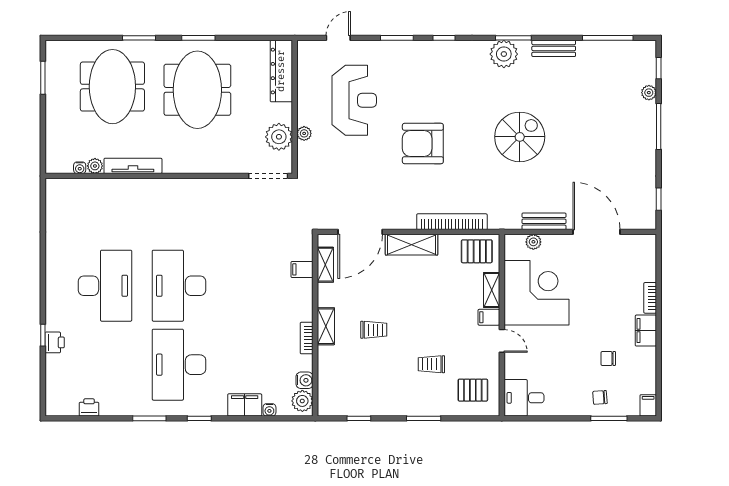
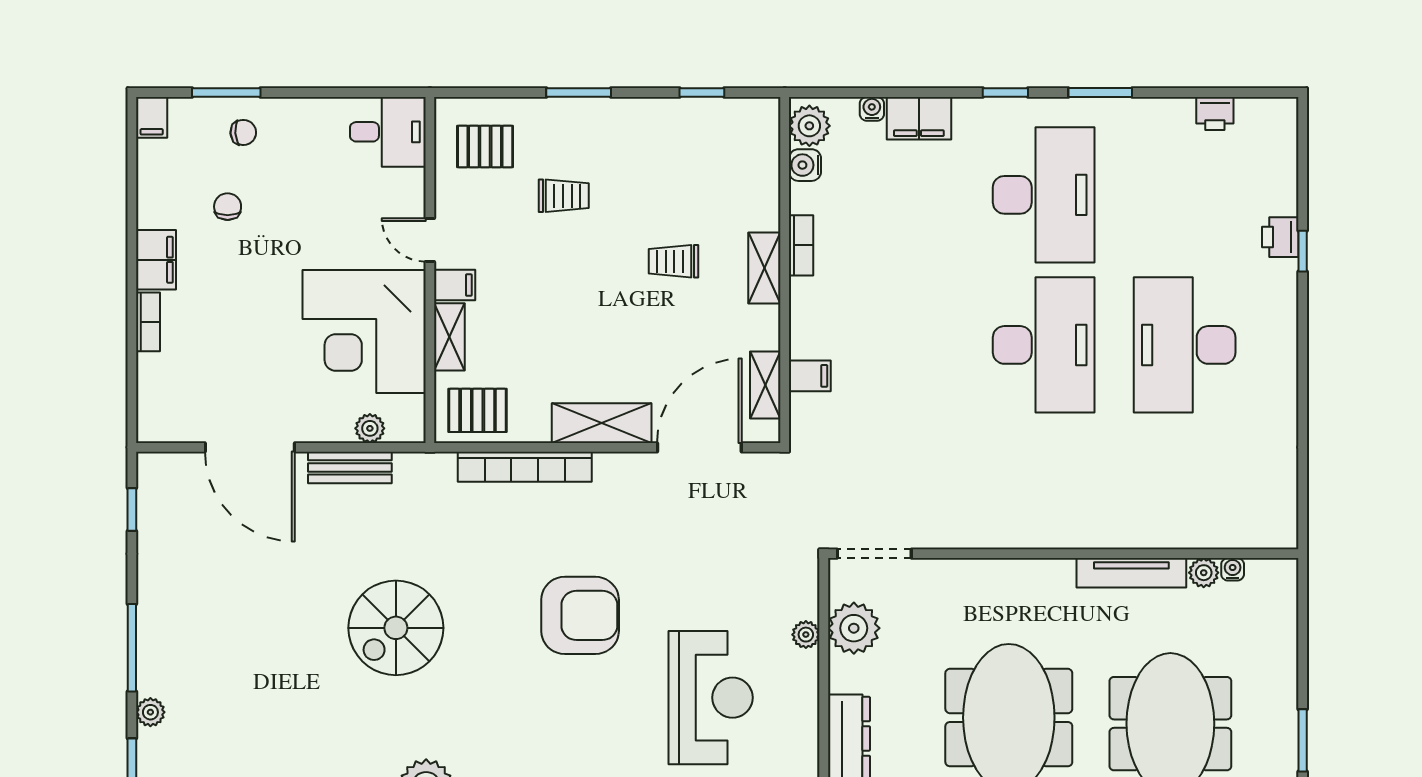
reception desk: (354, 100) -> (711, 698), turned 180
chair: (608, 358) -> (228, 207), turned -90

